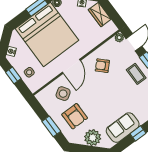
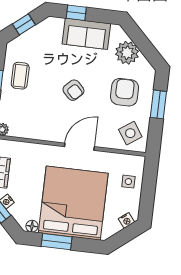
armchair: (102, 66) -> (73, 90), moved
window: (13, 75) -> (148, 194), removed
side table: (63, 94) -> (130, 133), moved

